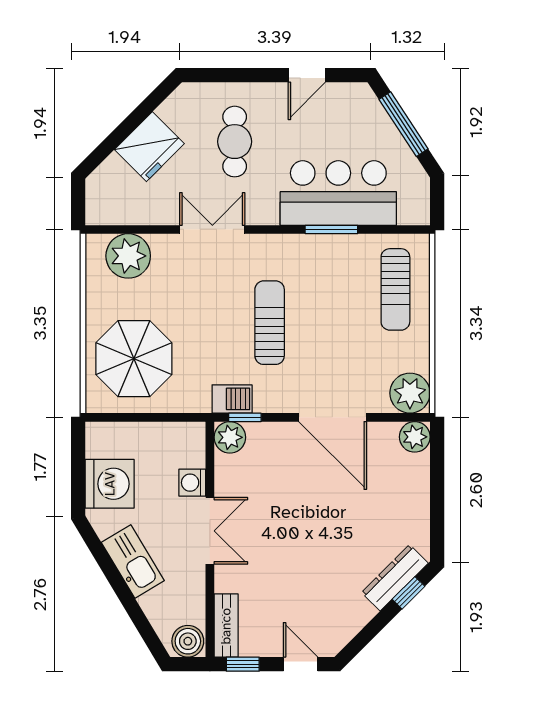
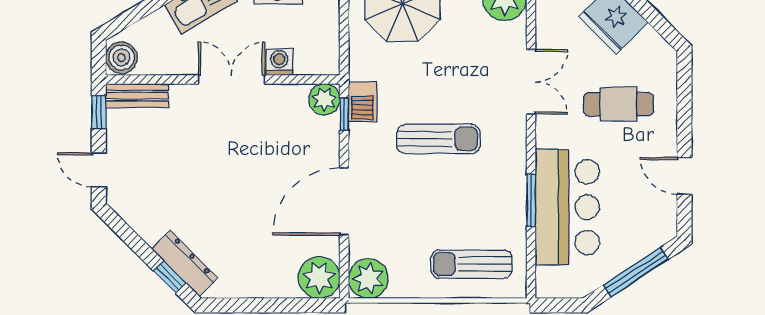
plant: (415, 437) -> (319, 278), width x1.36, depth x1.36
double door: (210, 531) -> (231, 79), swing flipped
door: (301, 664) -> (99, 170), swing flipped

